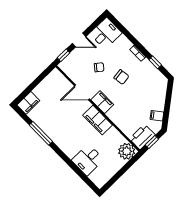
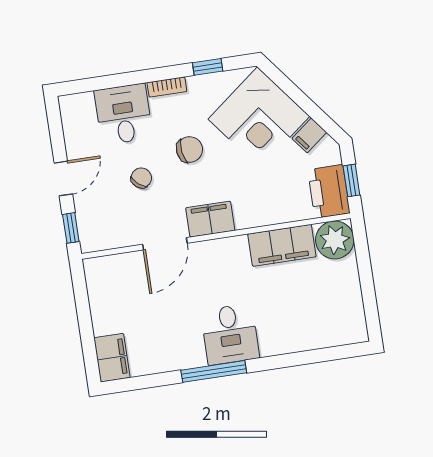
desk: (106, 33) -> (124, 114), moved
corner desk: (150, 93) -> (259, 118), added
filing cabinet: (98, 120) -> (282, 245), moved
window: (41, 133) -> (214, 371), moved
desk: (88, 160) -> (230, 334), moved

